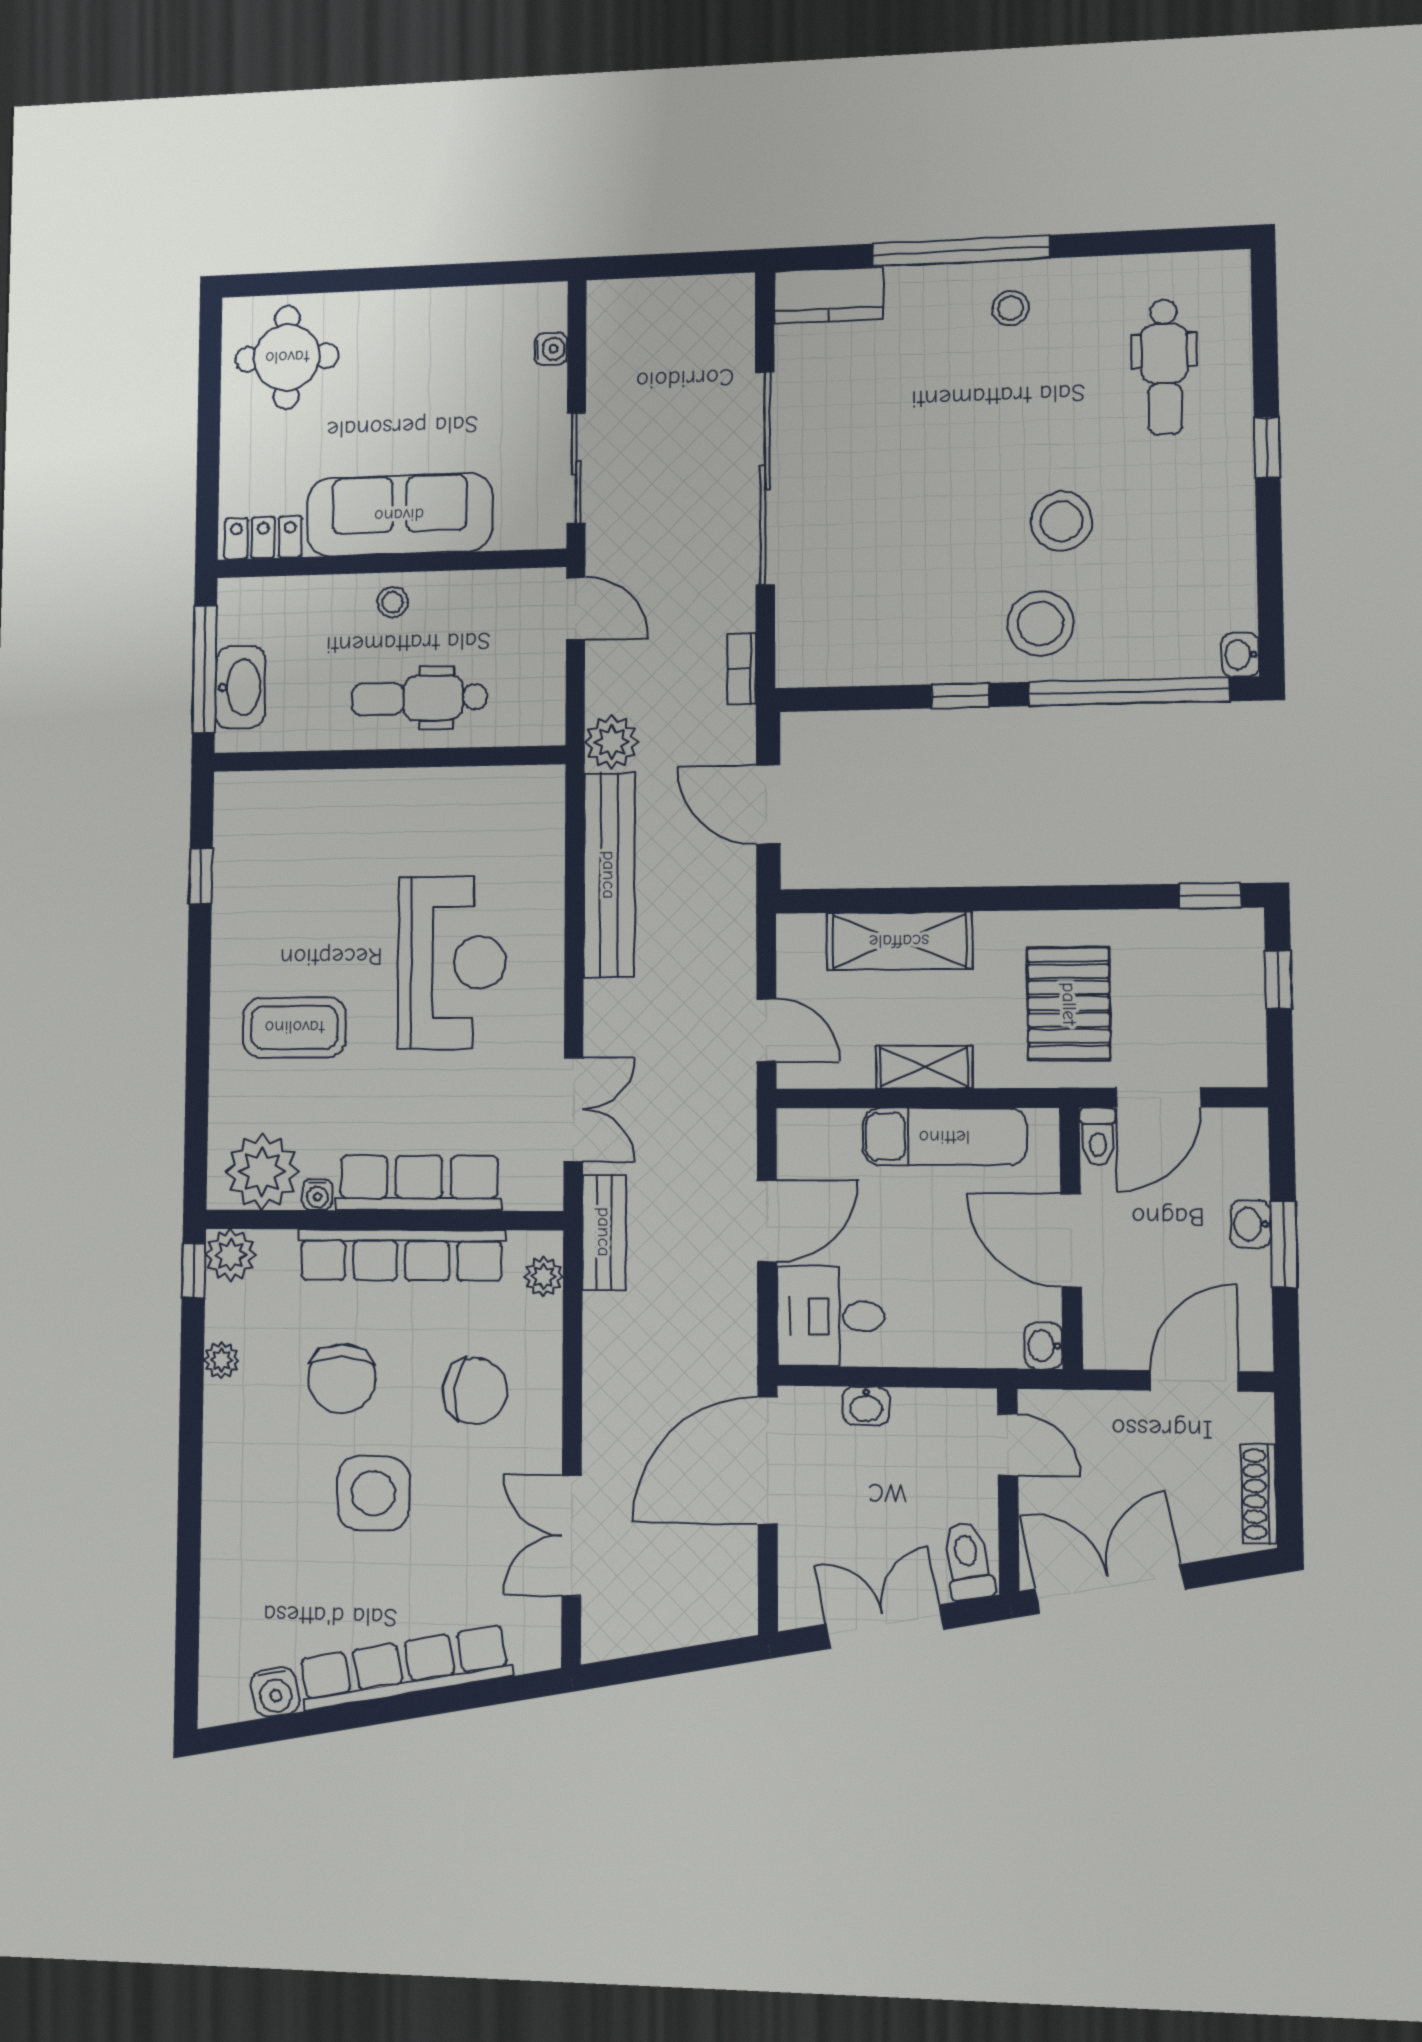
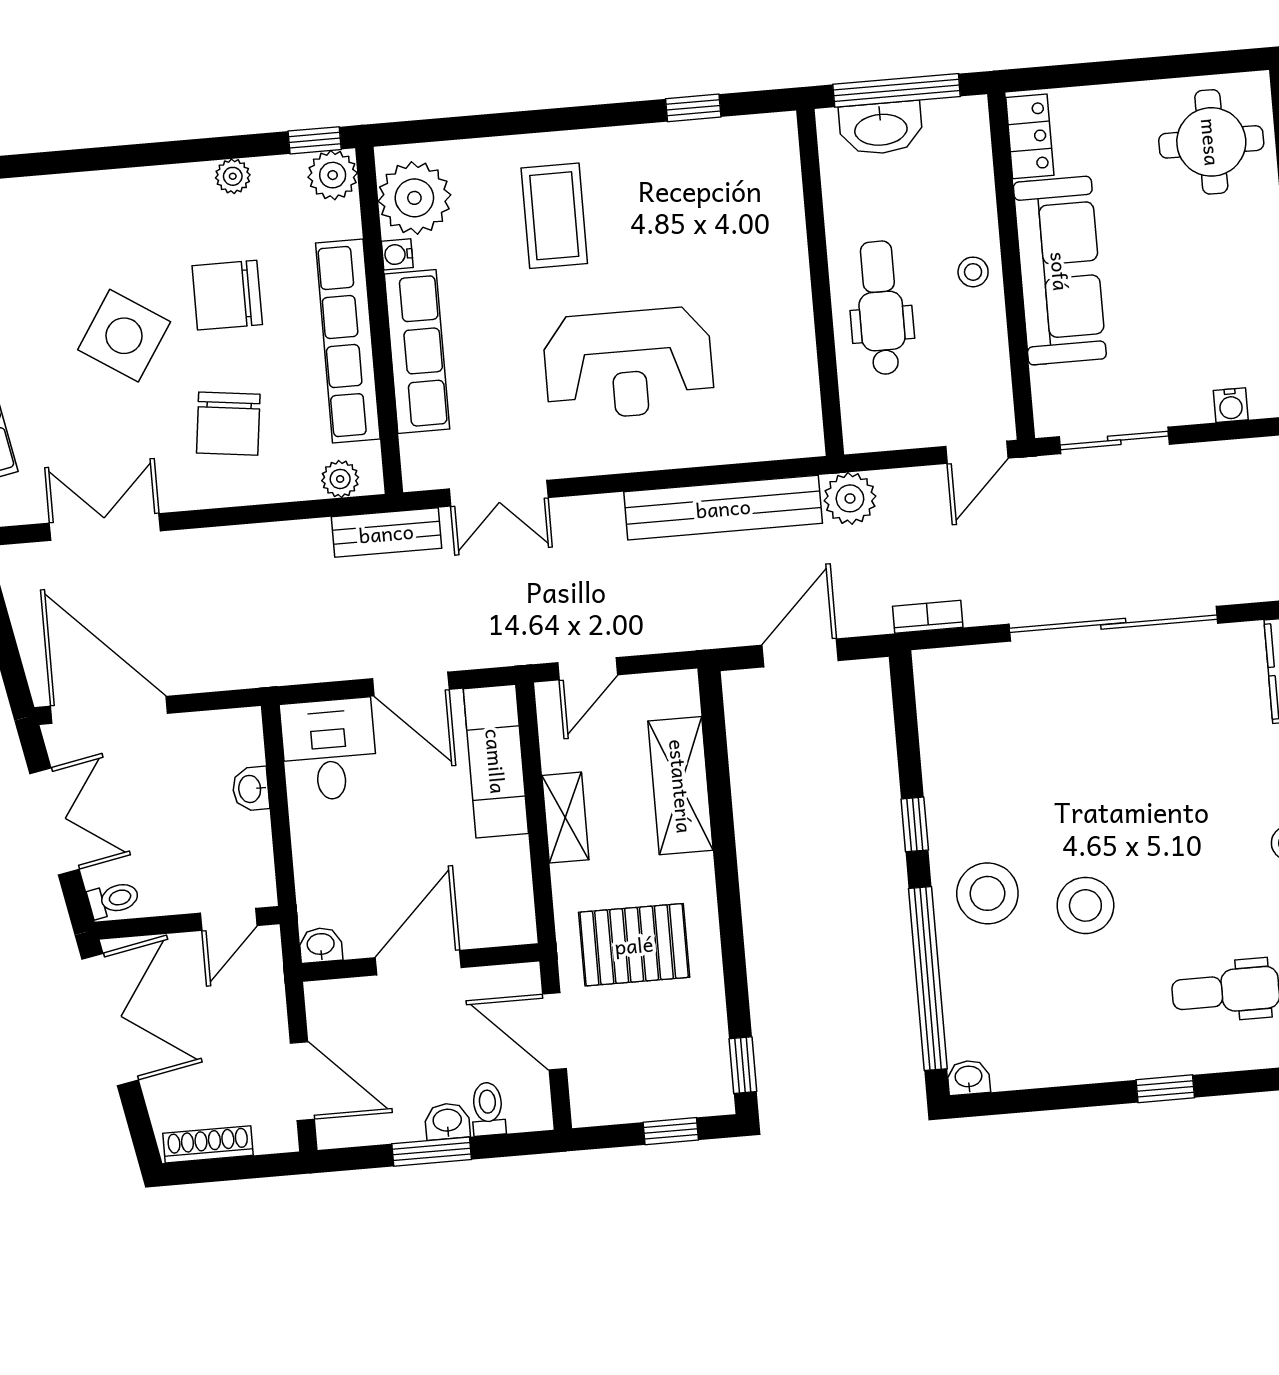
exam couch: (944, 1137) -> (496, 761), moved
toilet: (1098, 1137) -> (488, 1109), moved, turned 90
door: (768, 1461) -> (109, 710), moved
side table: (373, 1493) -> (124, 336), turned 33
toilet: (968, 1561) -> (113, 899), width x0.73, depth x0.72

